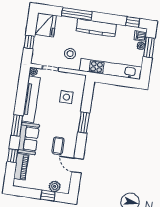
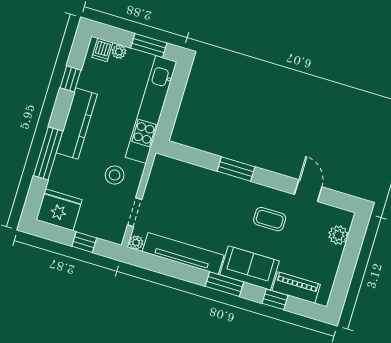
window: (133, 22) -> (71, 79), moved
window: (149, 47) -> (149, 45), moved
side table: (66, 97) -> (188, 192), removed
door: (77, 165) -> (308, 191), swing flipped
window: (48, 196) -> (352, 249), removed

